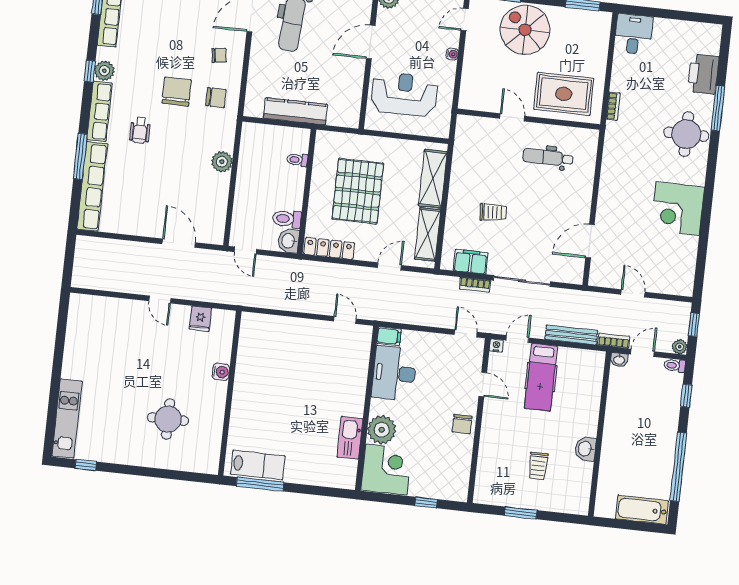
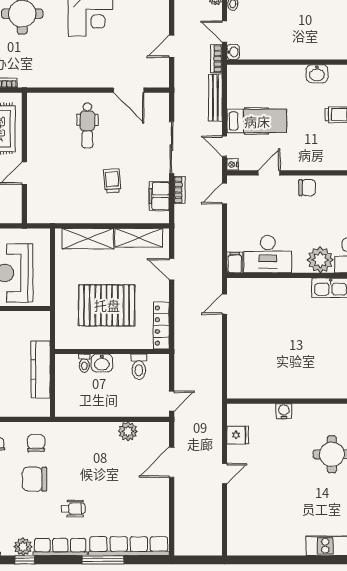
dental chair: (548, 157) -> (87, 125), moved
plant: (222, 162) -> (128, 431), moved
washbasin: (289, 241) -> (102, 363), moved

